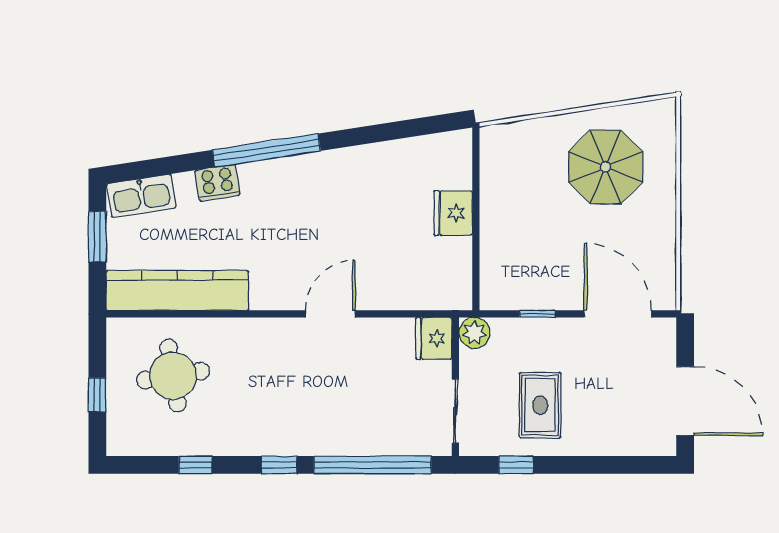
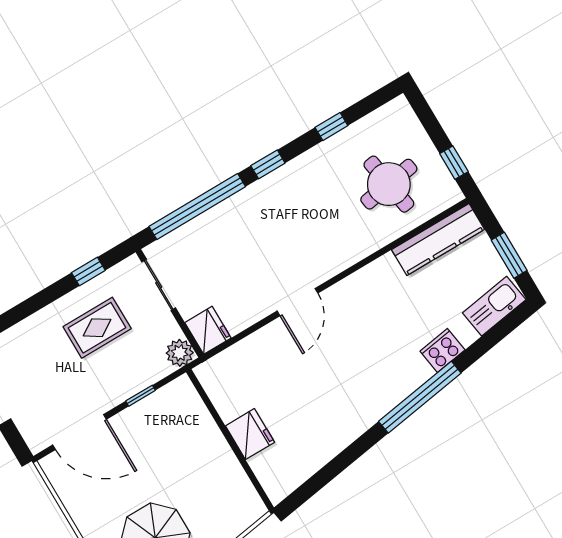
kitchen counter: (177, 290) -> (438, 240), width x0.72, depth x0.86
window: (97, 395) -> (454, 163), moved
rug: (540, 405) -> (97, 328), turned 90

